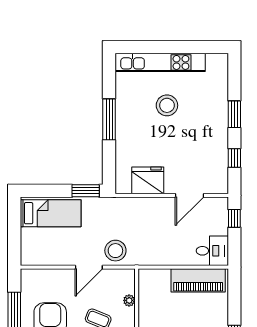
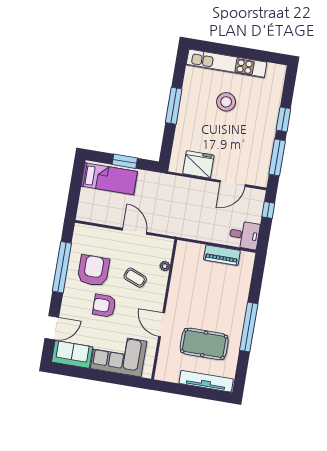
window: (234, 158) -> (277, 157), width x2.17
window: (86, 191) -> (125, 161), moved
stool: (115, 251) -> (160, 221), removed
door: (89, 267) -> (135, 231), swing flipped
piano: (198, 280) -> (222, 255), width x0.73, depth x0.75

